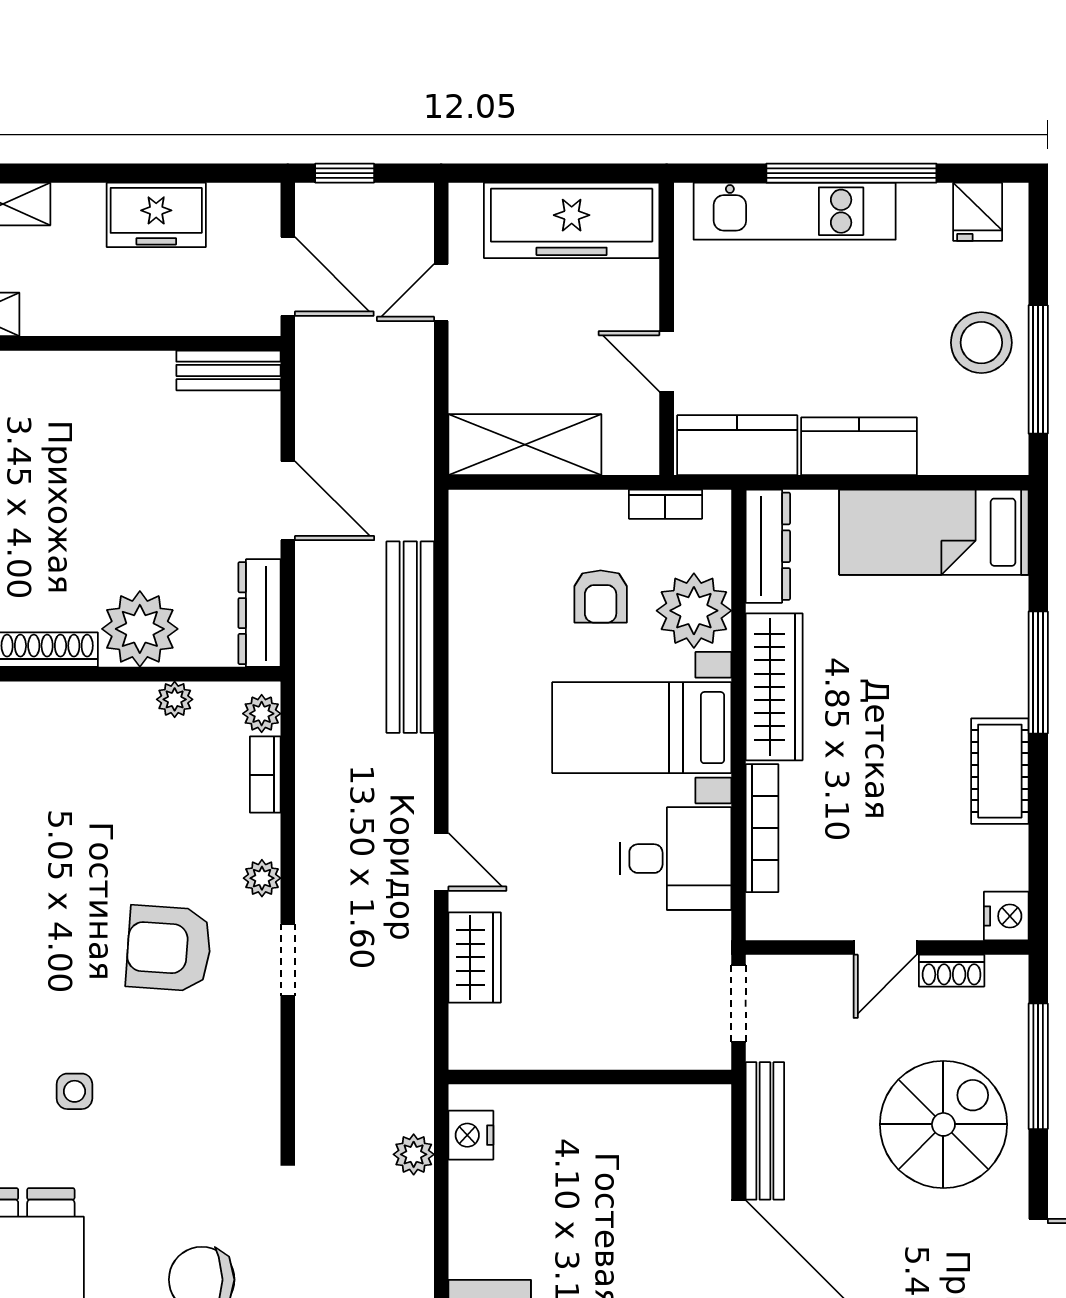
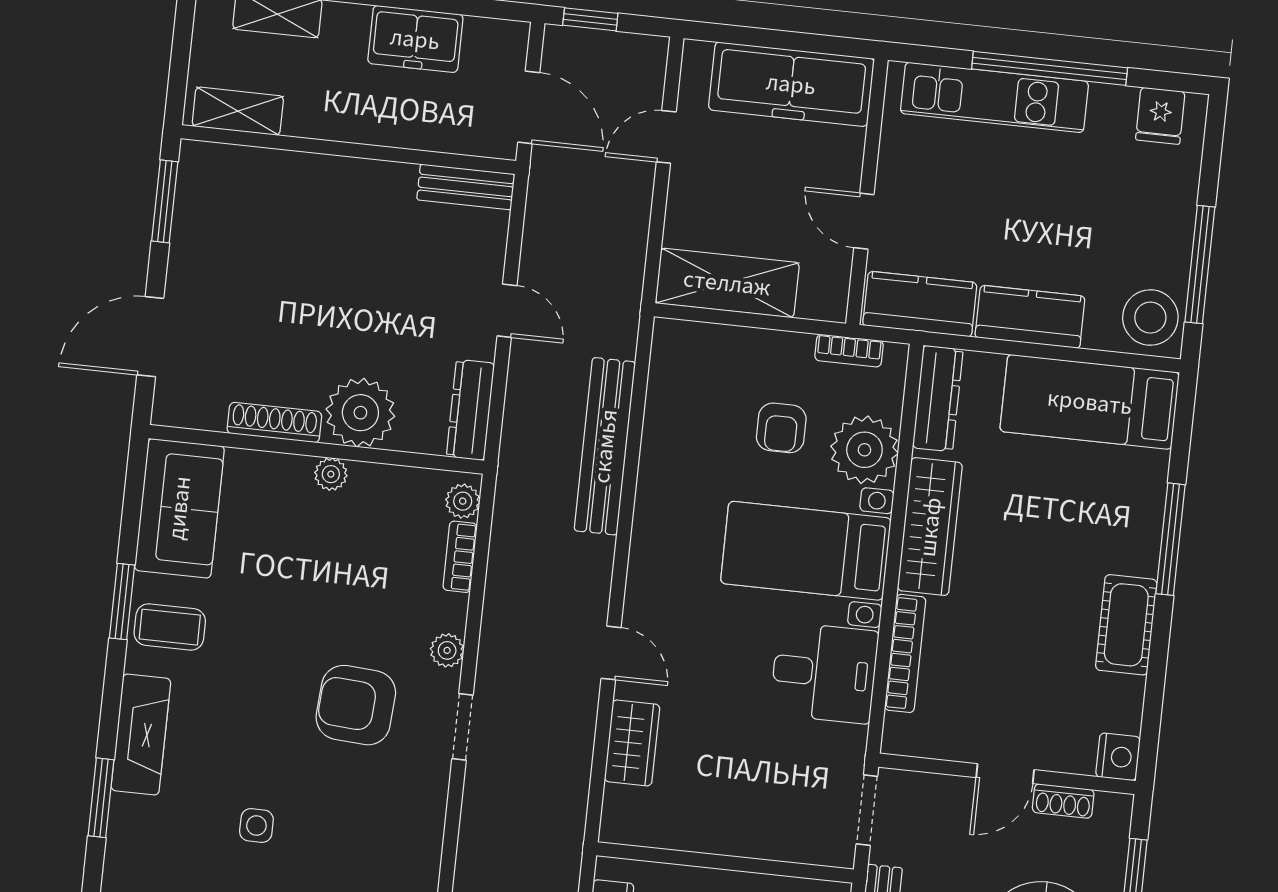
stool: (981, 343) -> (1150, 318), moved
door: (288, 501) -> (507, 311), width x0.73
plant: (175, 699) -> (331, 474), moved

